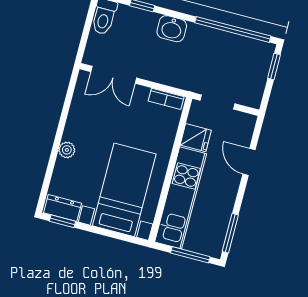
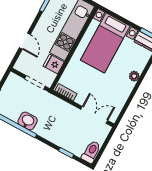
washbasin: (172, 29) -> (28, 121), moved

